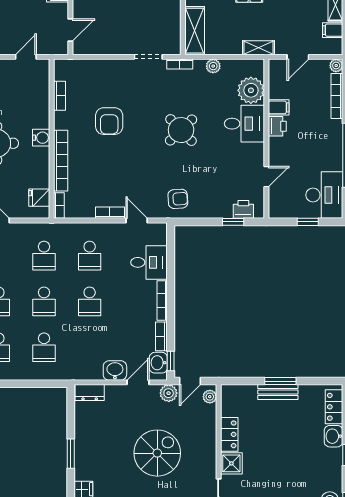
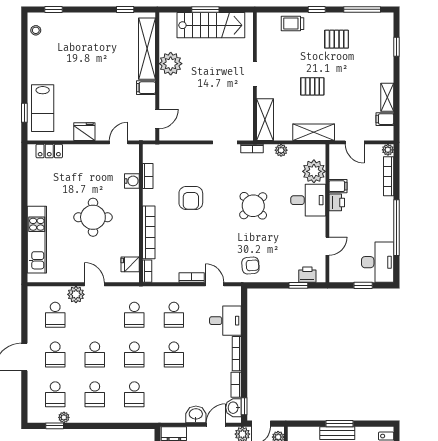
shelving: (259, 48) -> (314, 132), width x1.50, depth x1.33
door: (298, 57) -> (355, 142), hinge flipped
water cooler: (41, 138) -> (132, 181), moved

